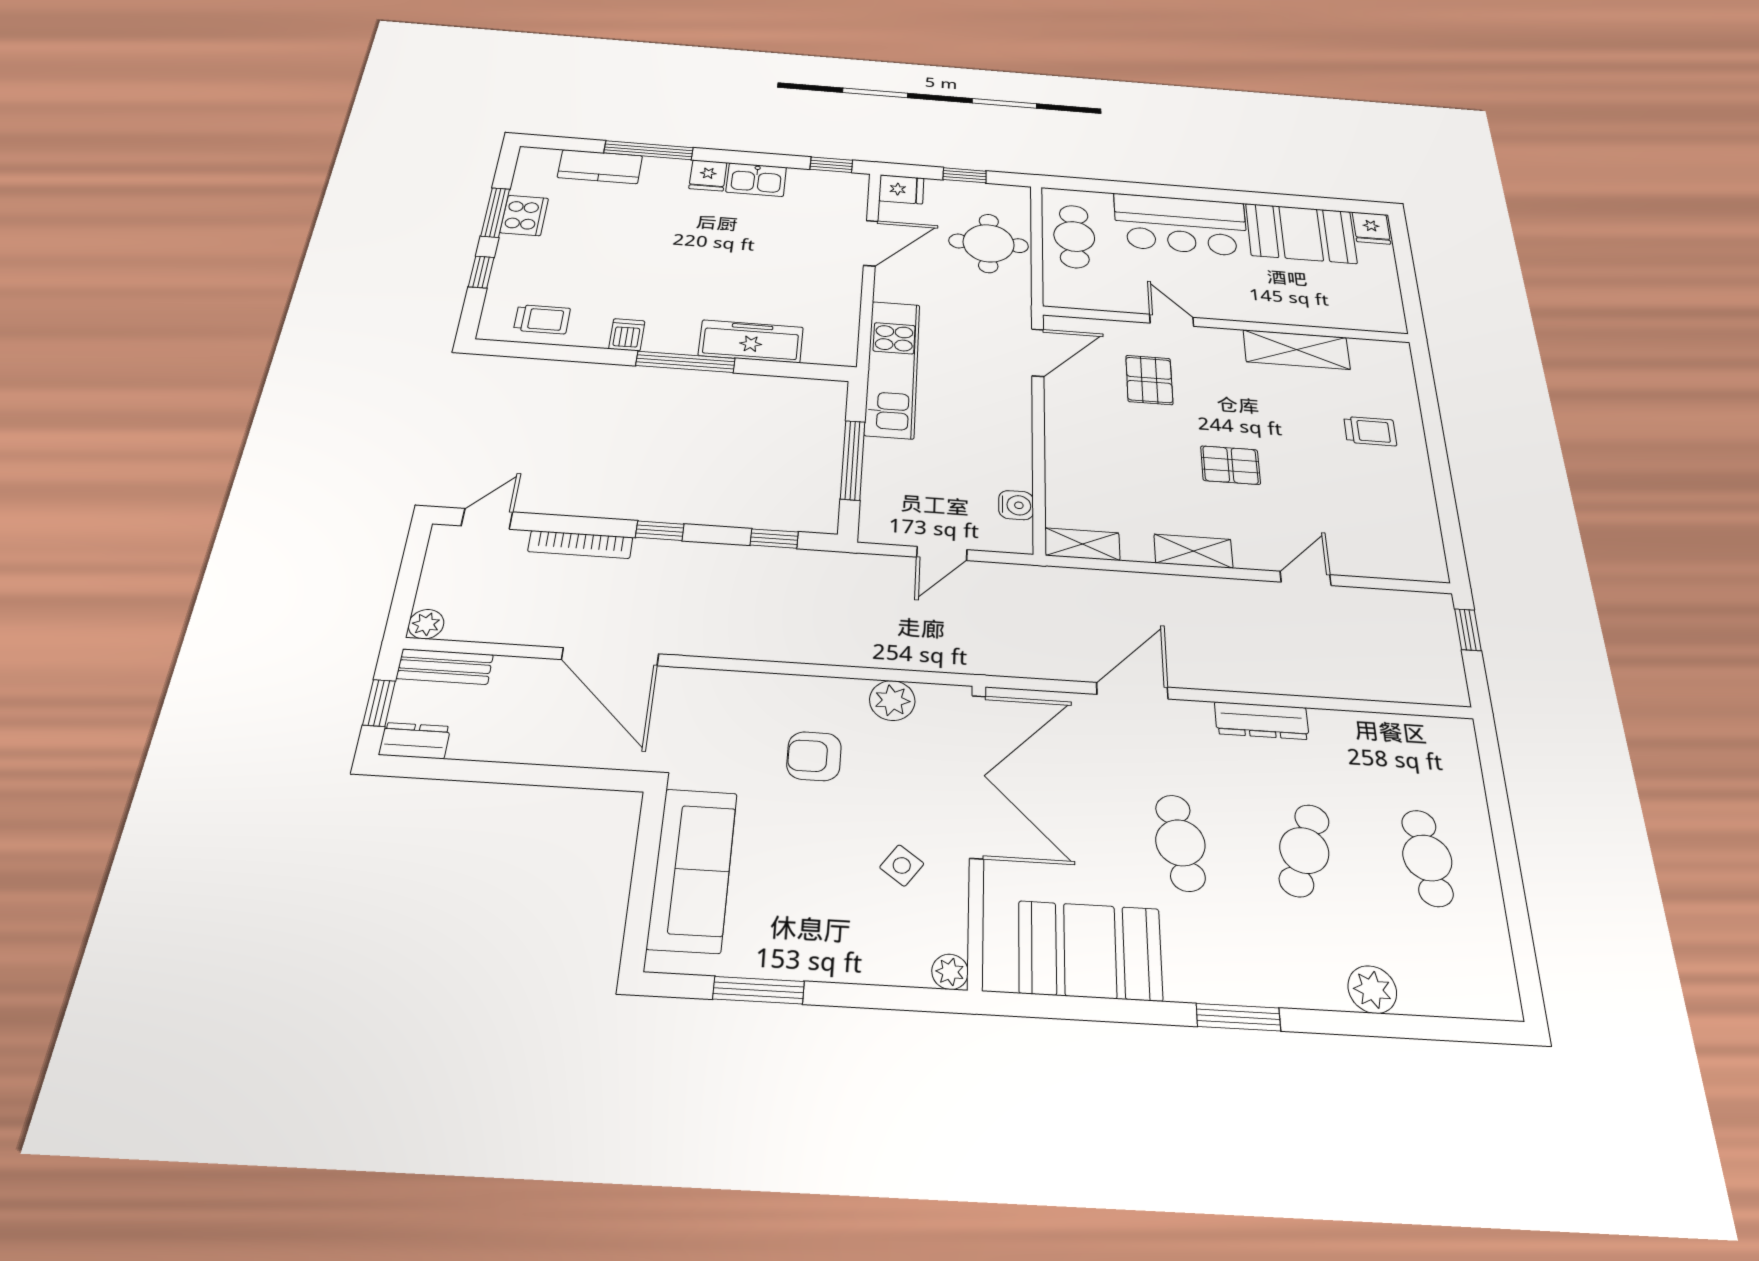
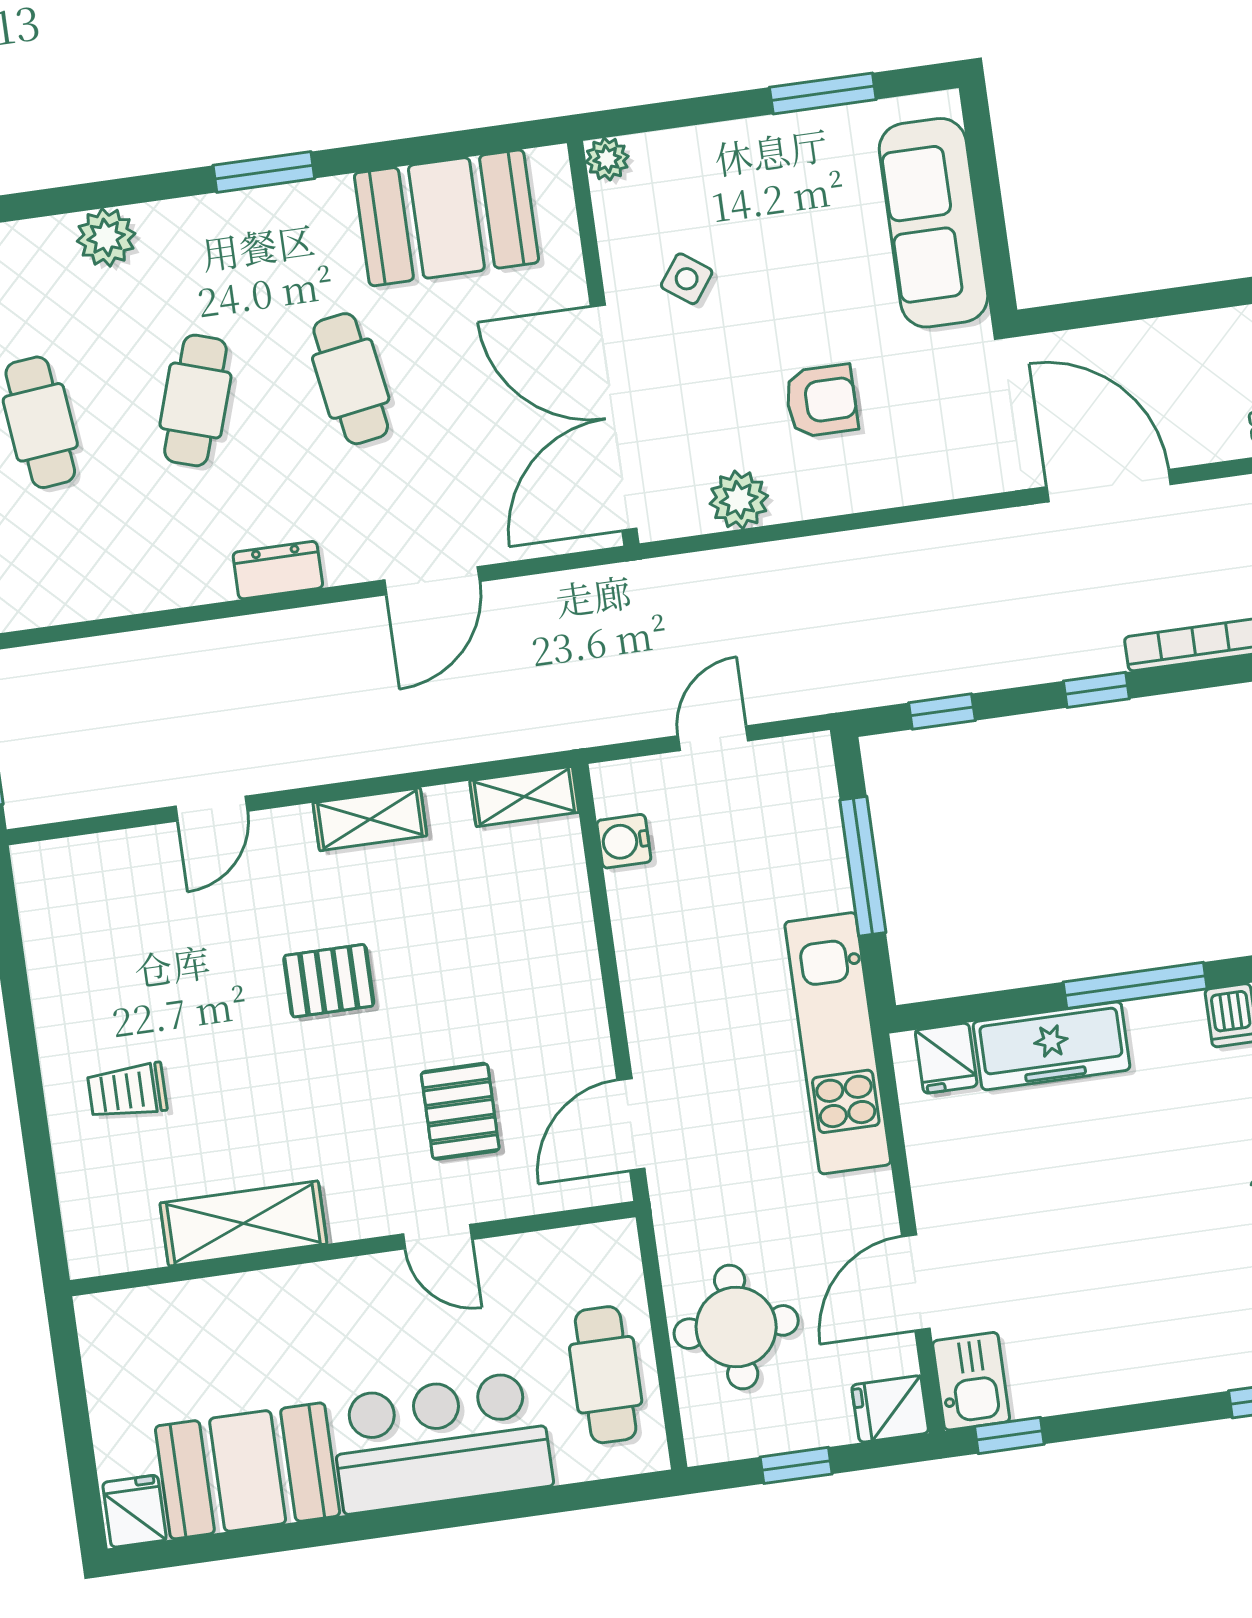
fridge: (708, 175) -> (946, 1058), moved, turned 180
kitchen sink: (756, 180) -> (971, 1381), moved, turned 90
dresser: (1262, 721) -> (278, 570), width x0.70

